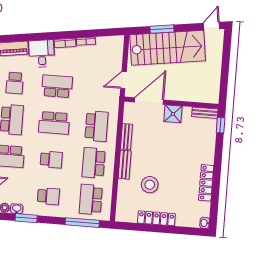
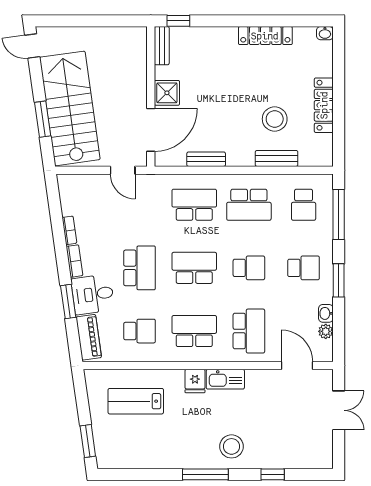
window: (38, 37) -> (68, 302), added
school desk: (57, 86) -> (140, 268), turned 180
door: (149, 101) -> (151, 130), swing flipped
school desk: (54, 123) -> (194, 268), turned -90
school desk: (51, 160) -> (249, 268), turned 90
bench: (125, 165) -> (277, 158), moved
school desk: (48, 196) -> (304, 268), turned 90
school desk: (91, 199) -> (304, 205), width x0.54
window: (26, 218) -> (339, 280), moved

